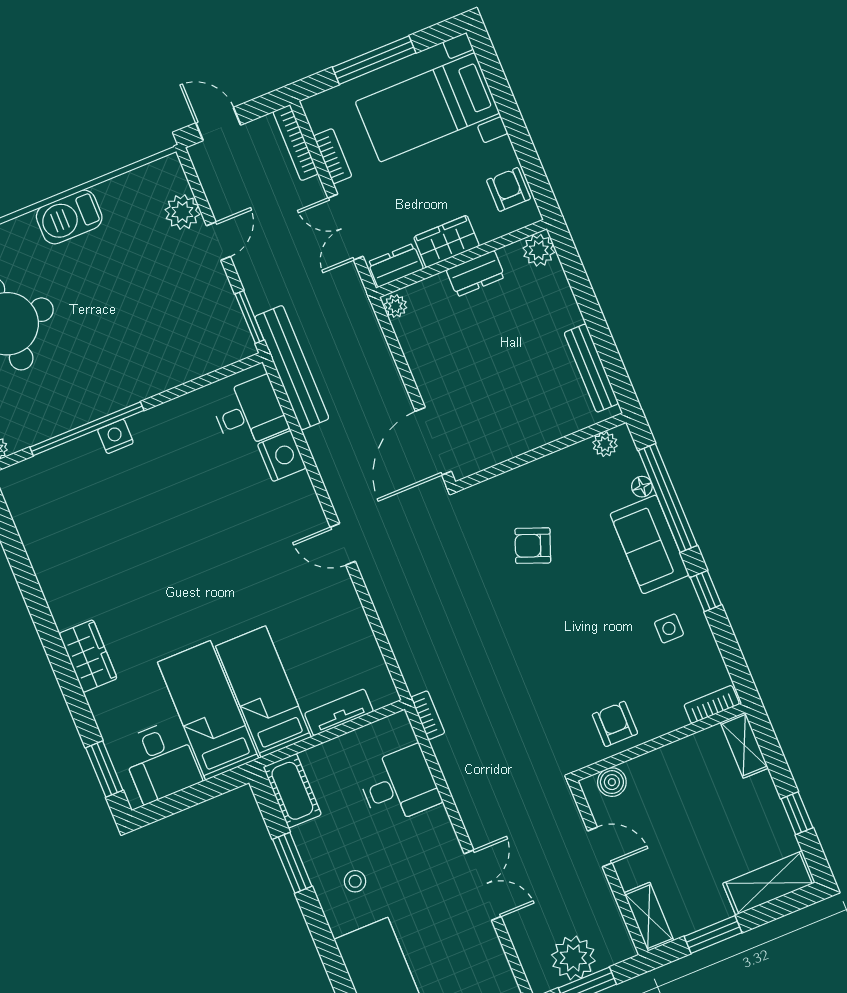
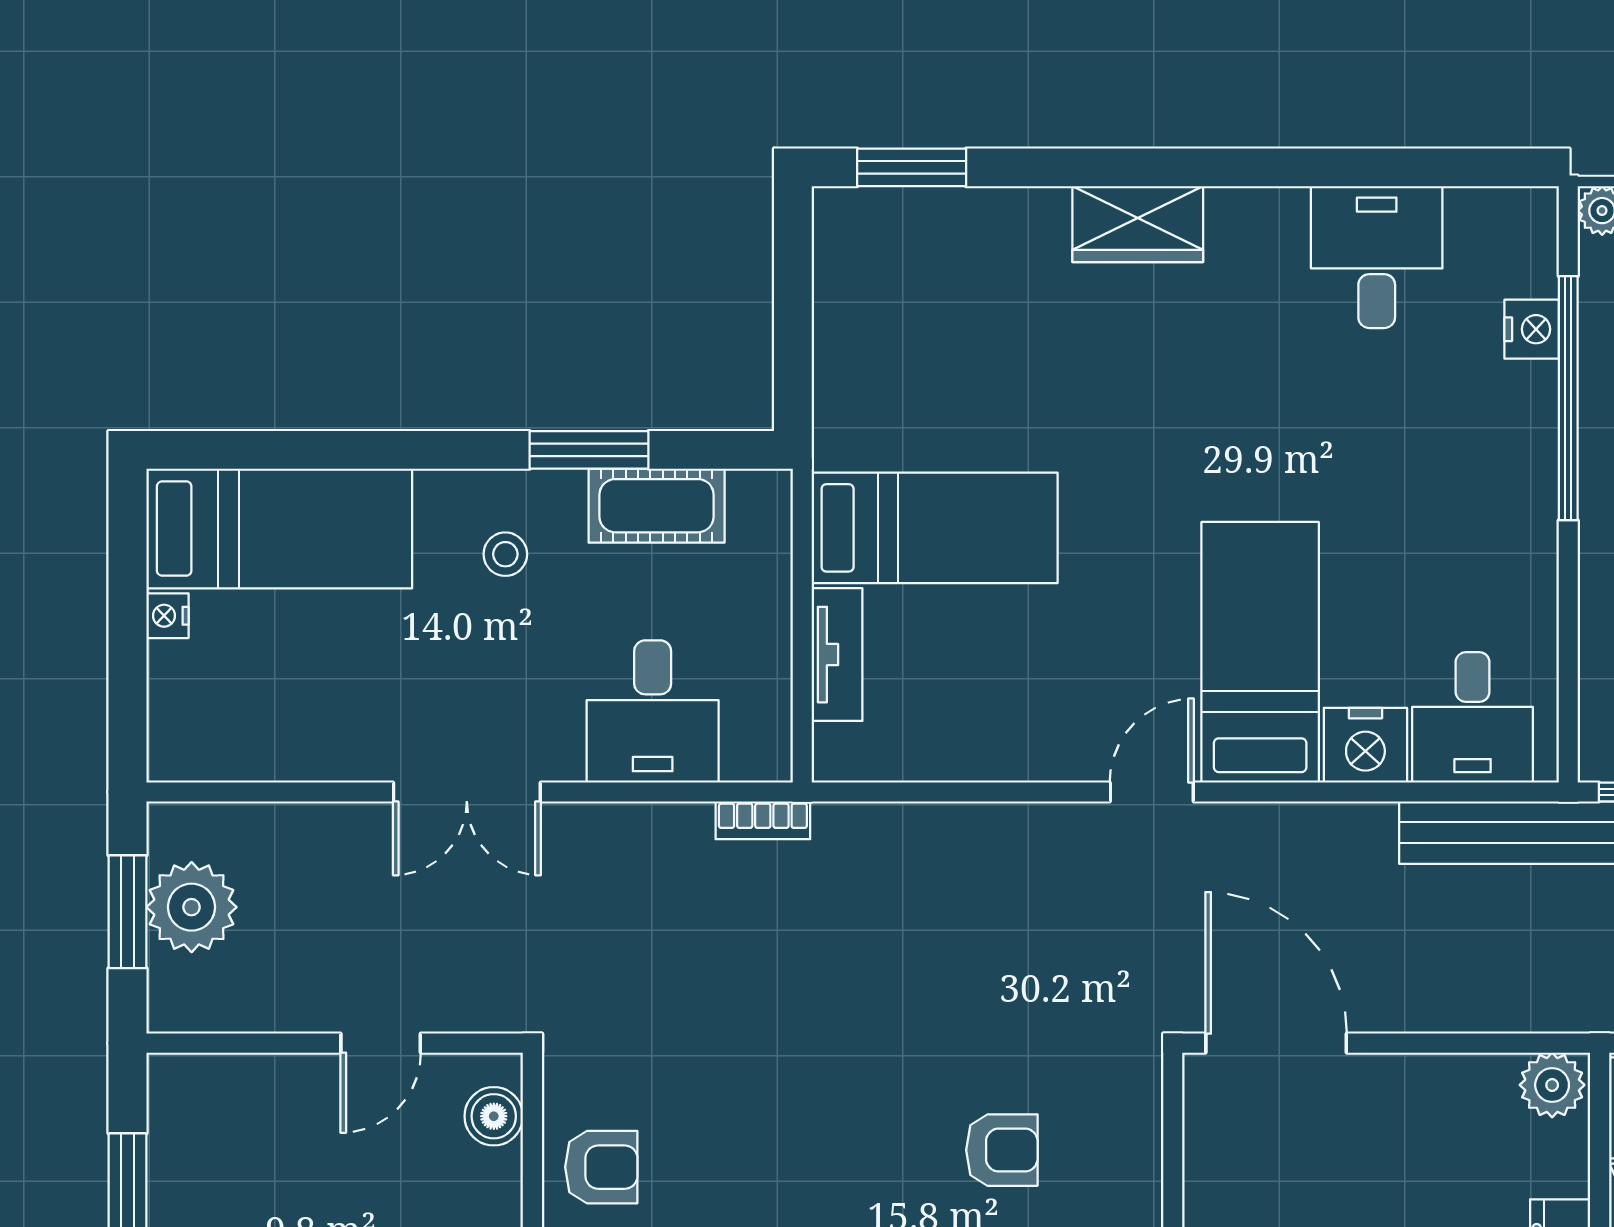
plant: (395, 306) -> (1552, 1085), width x1.38, depth x1.38
nightstand: (115, 436) -> (1532, 329), moved
armchair: (533, 546) -> (1002, 1150), turned 69
bed: (208, 710) -> (1260, 652), moved, turned -90
desk: (160, 761) -> (1377, 257), moved, turned 90
cot: (292, 791) -> (657, 506), moved
double door: (483, 885) -> (467, 792), moved
shelving: (649, 917) -> (211, 1082), removed

